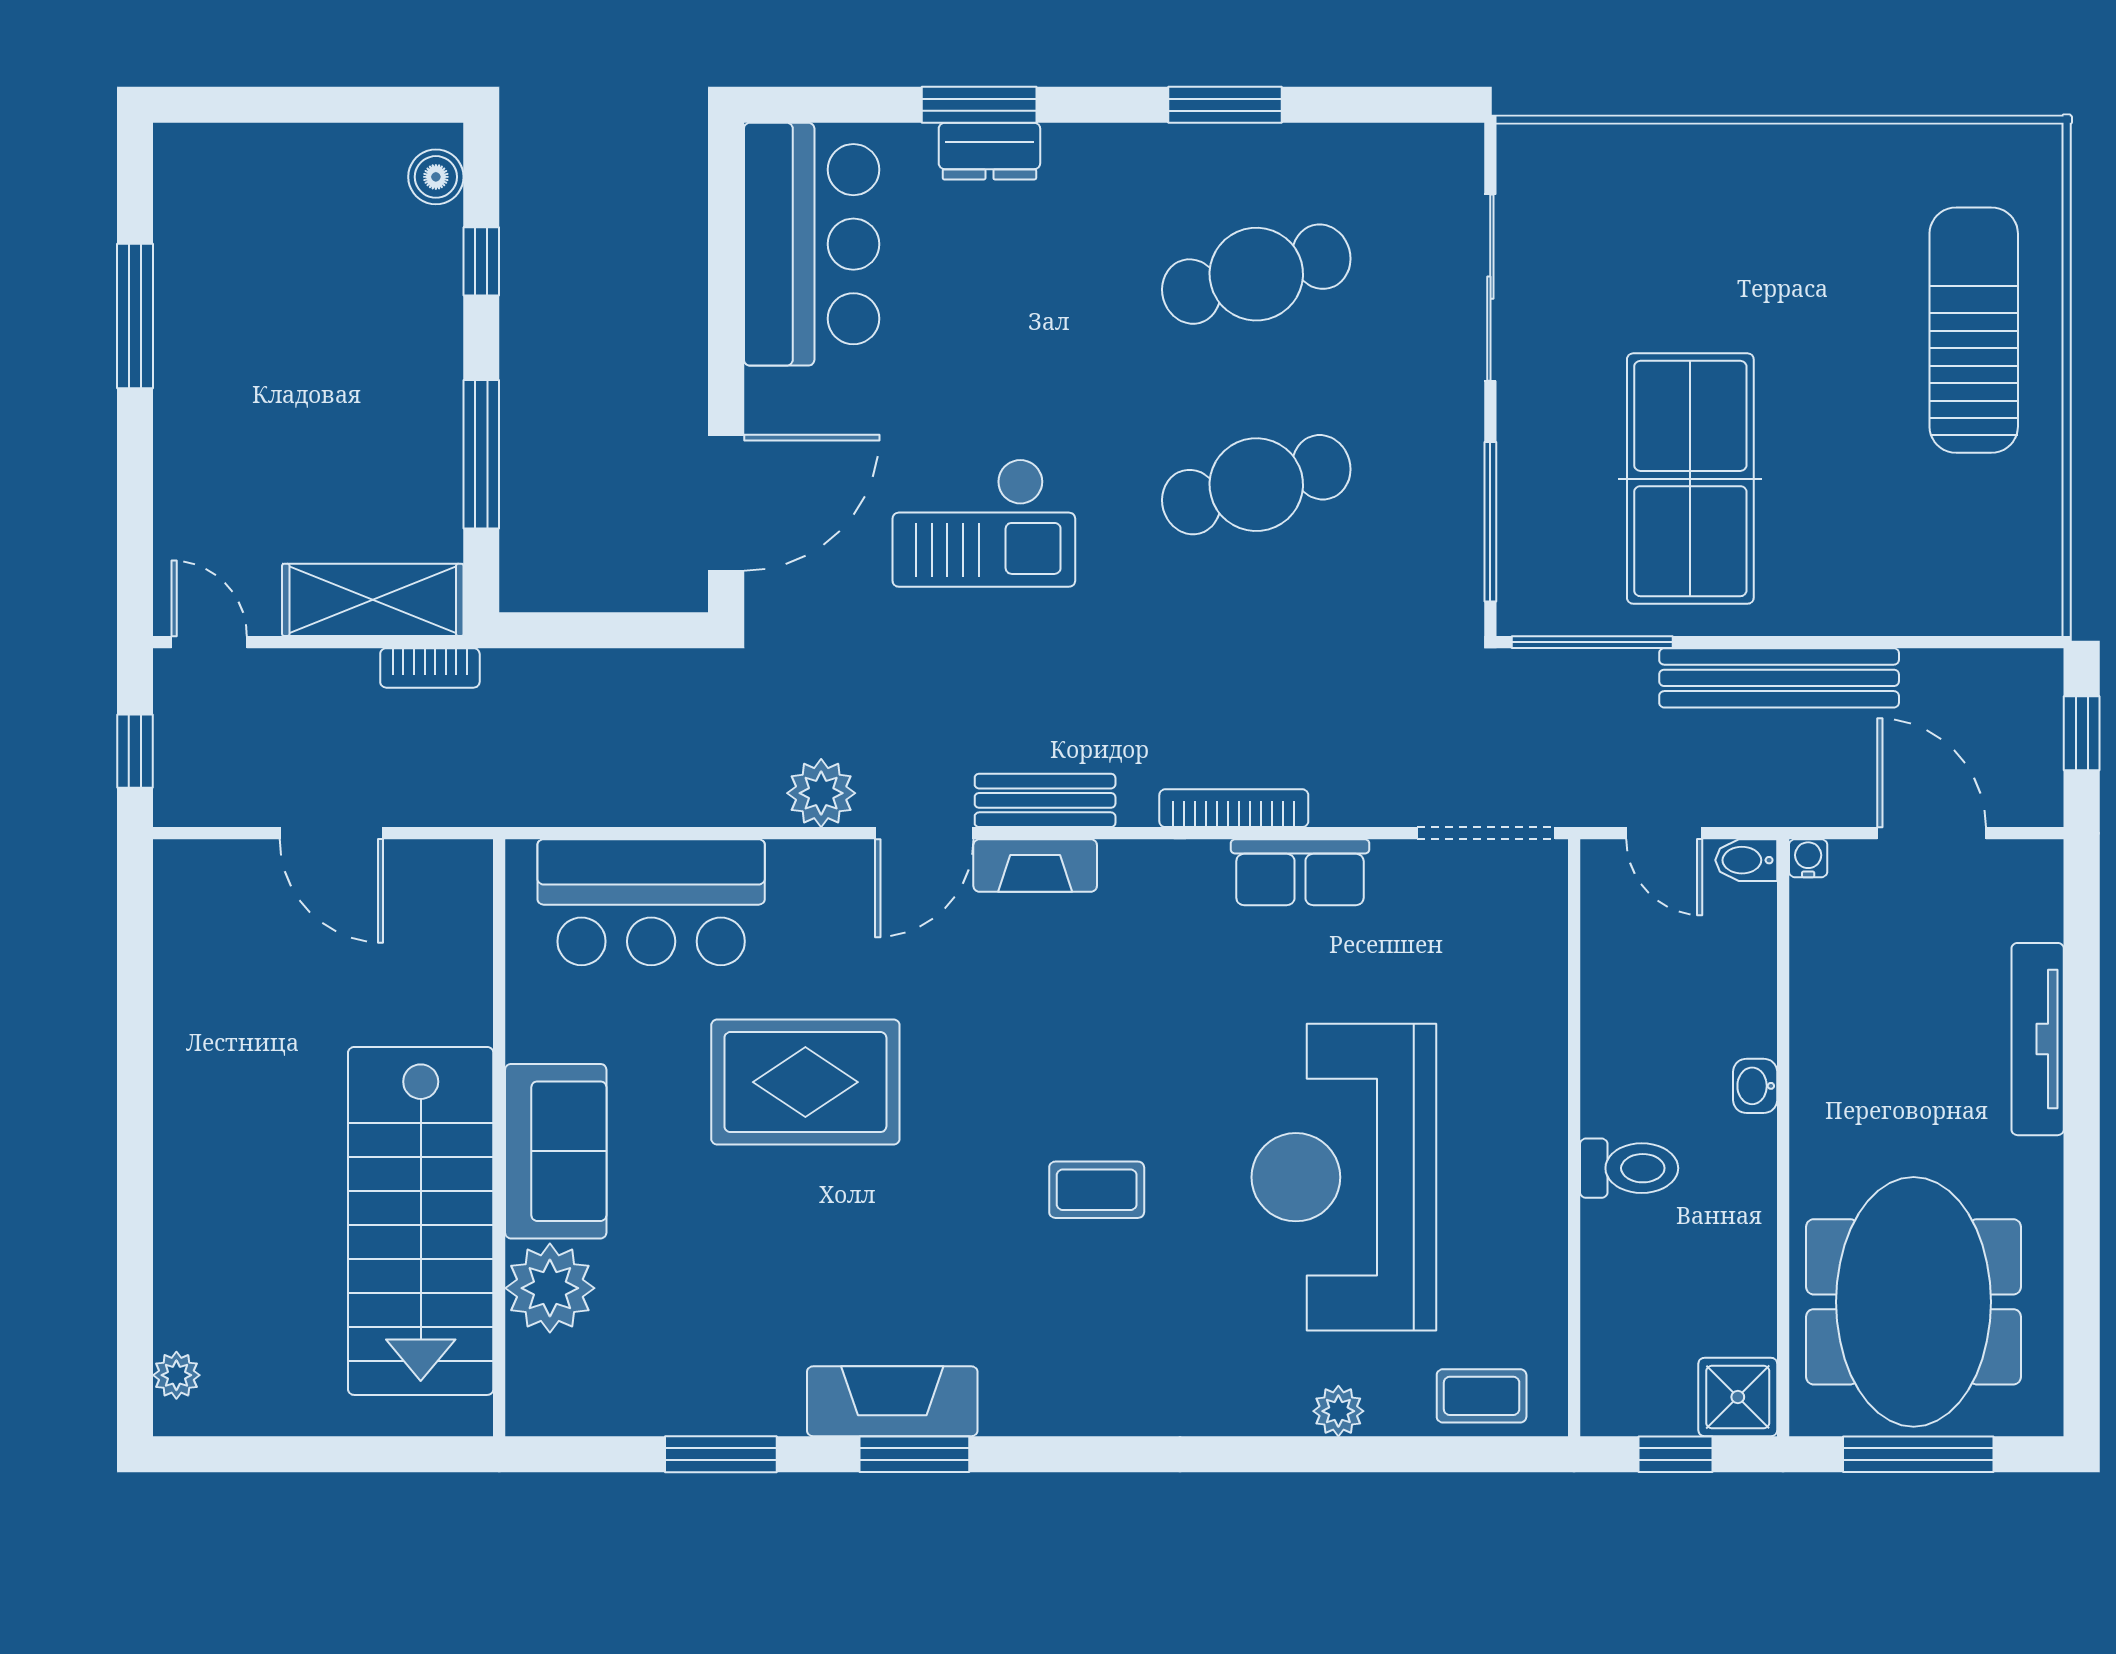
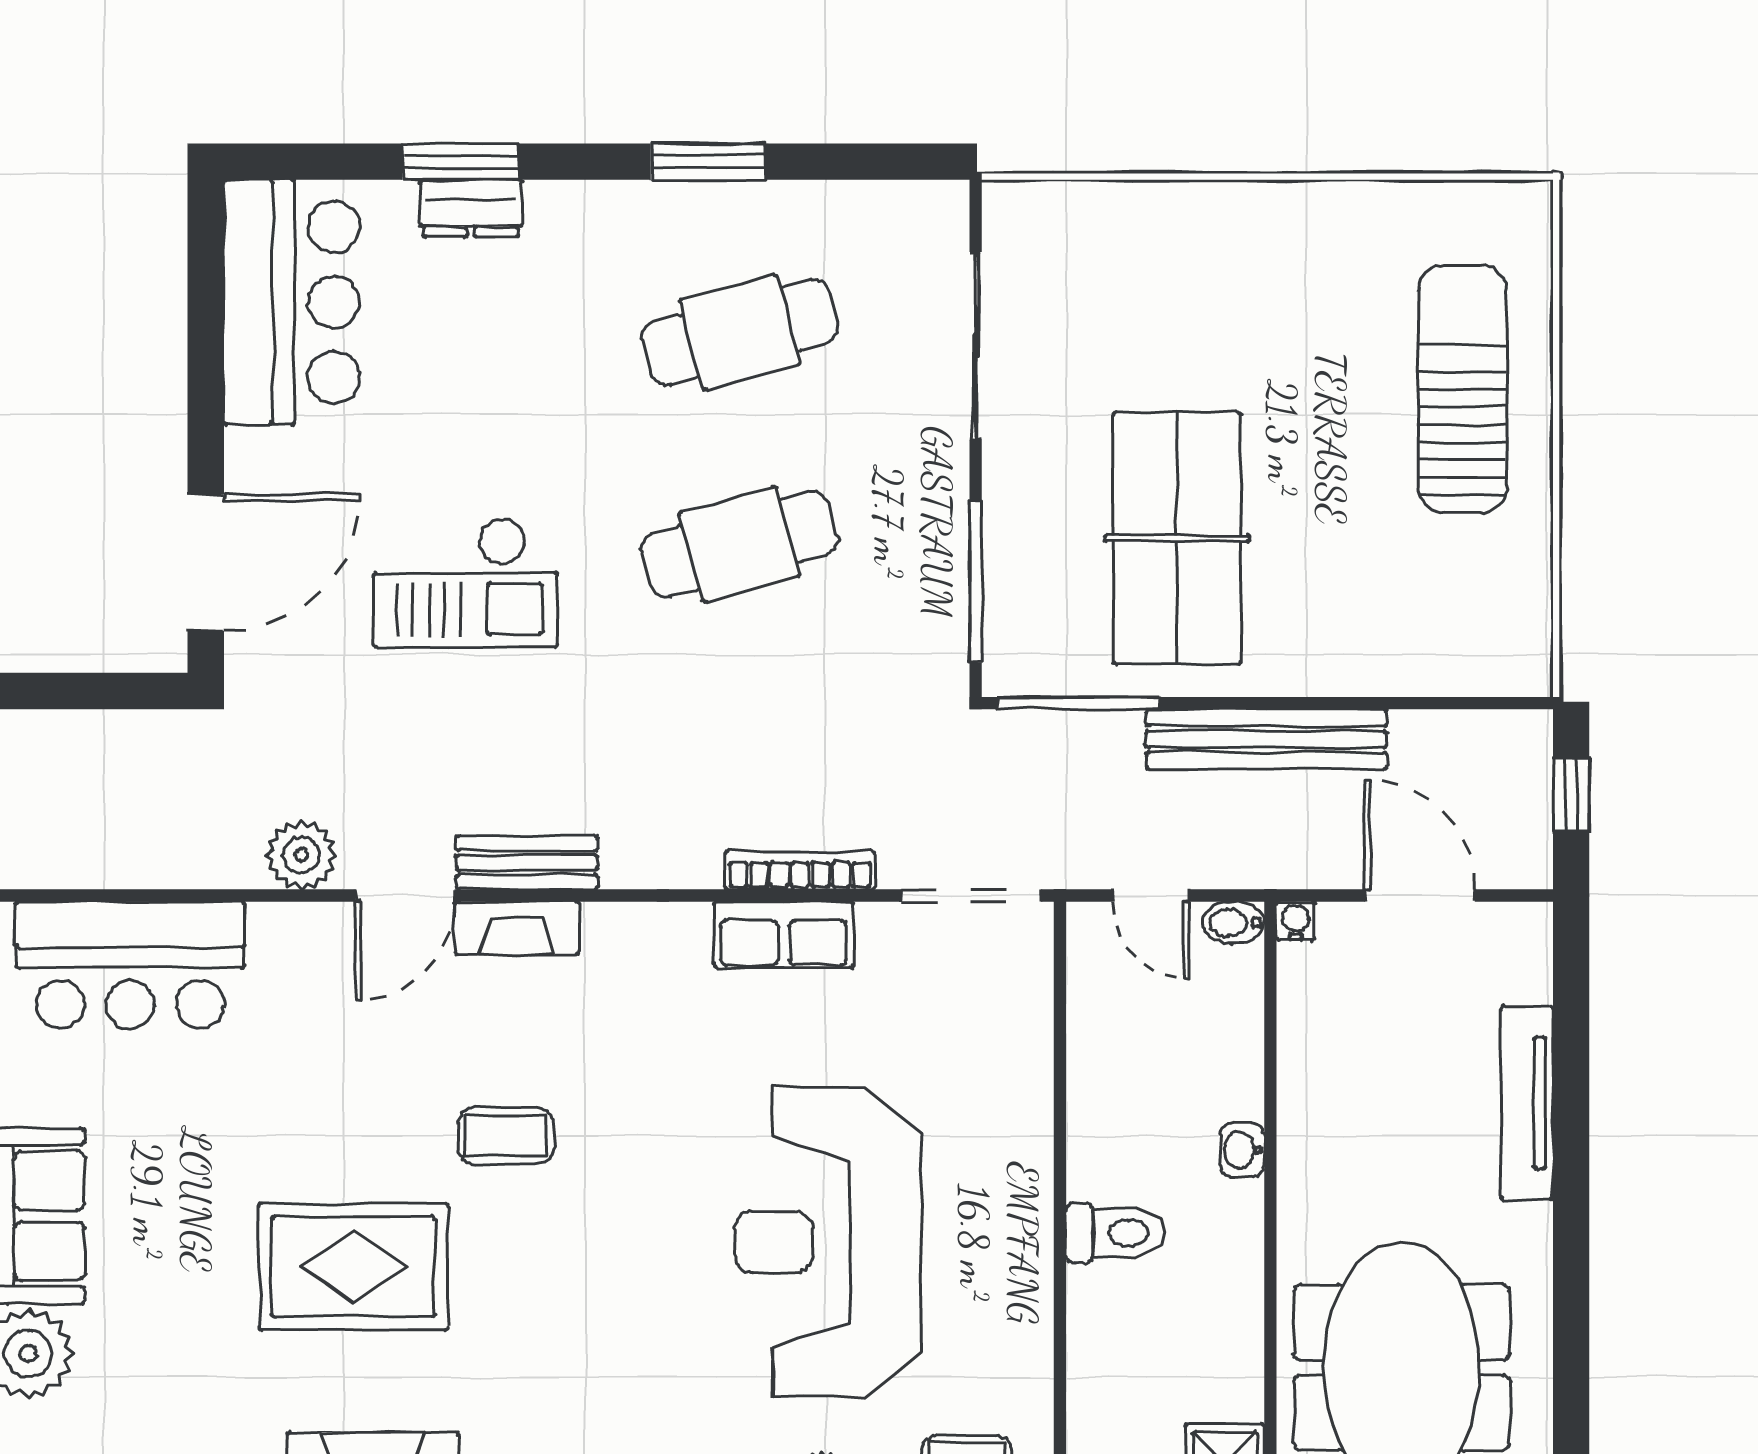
bookcase: (1234, 808) -> (800, 870), moved
rug: (805, 1082) -> (353, 1267), moved
coffee table: (1097, 1190) -> (506, 1136), moved

